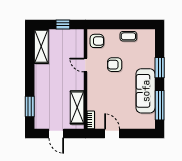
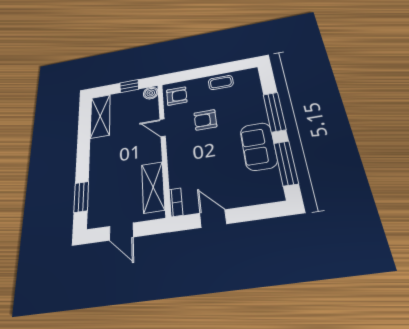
boiler: (79, 34) -> (151, 93), added
window: (160, 68) -> (275, 112), width x1.44
sofa: (146, 91) -> (259, 146), width x0.73

